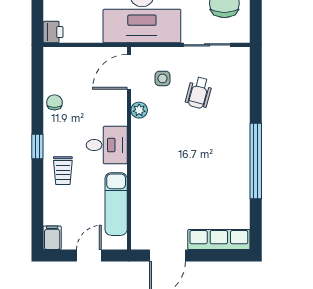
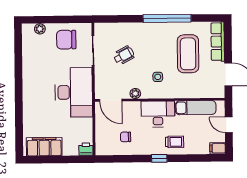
side table: (162, 78) -> (158, 77), moved
wheelchair: (199, 93) -> (124, 55), turned -43
chair: (54, 102) -> (126, 137), moved
desk: (107, 145) -> (158, 114), width x1.37
coffee table: (200, 193) -> (188, 54), added

